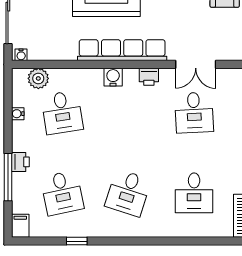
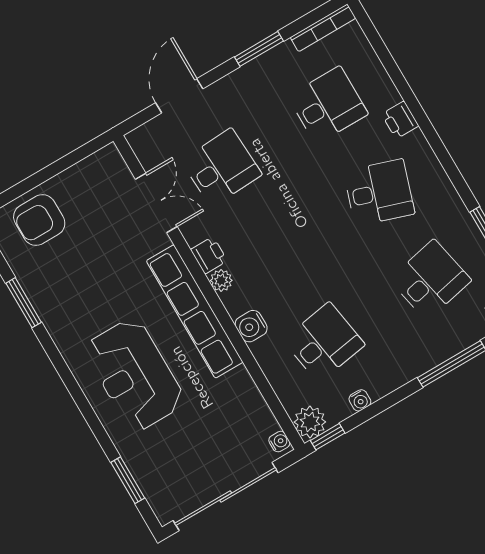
plant: (131, 75) -> (221, 280), added
water cooler: (113, 77) -> (251, 326), moved
plant: (38, 78) -> (310, 422), moved
window: (8, 84) -> (328, 437), added
printer: (20, 162) -> (400, 120), moved, turned -90

